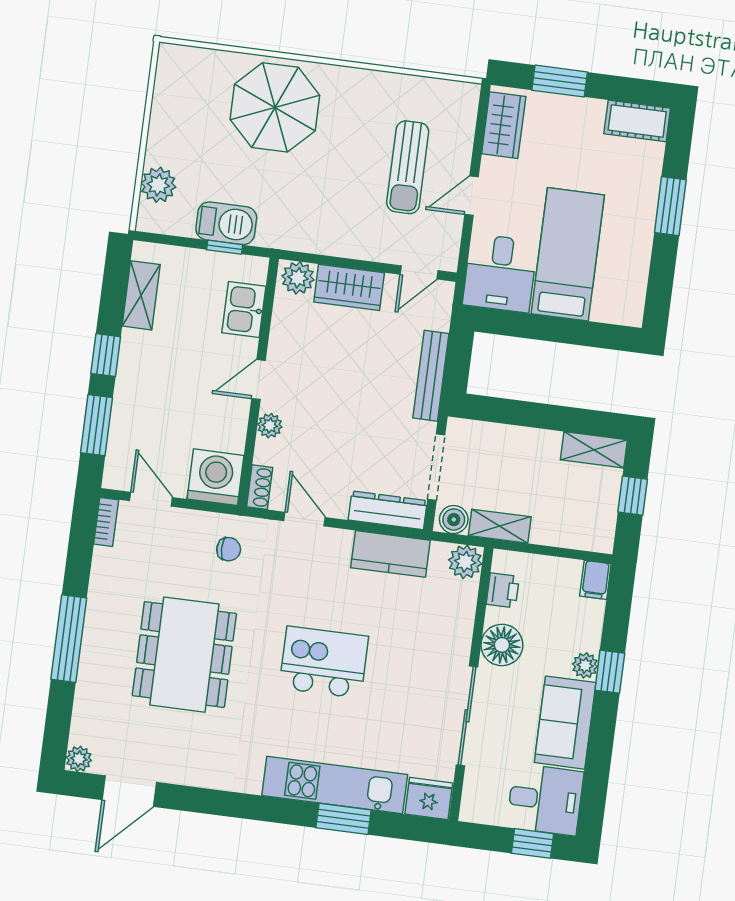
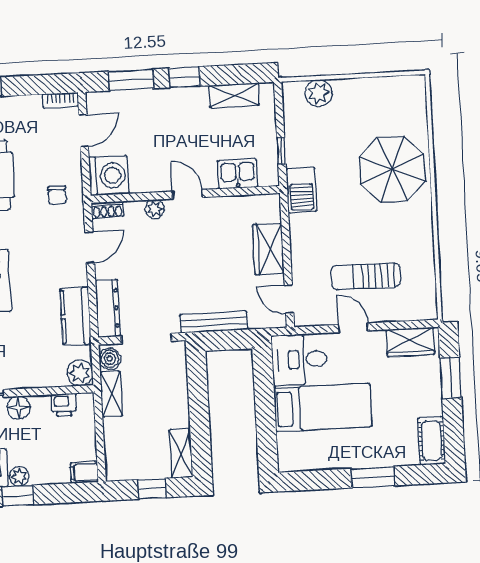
barbecue: (226, 223) -> (301, 190), moved
plant: (298, 278) -> (268, 210), removed
floor lamp: (502, 645) -> (18, 408), width x0.73, depth x0.73

